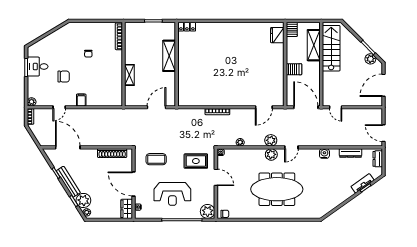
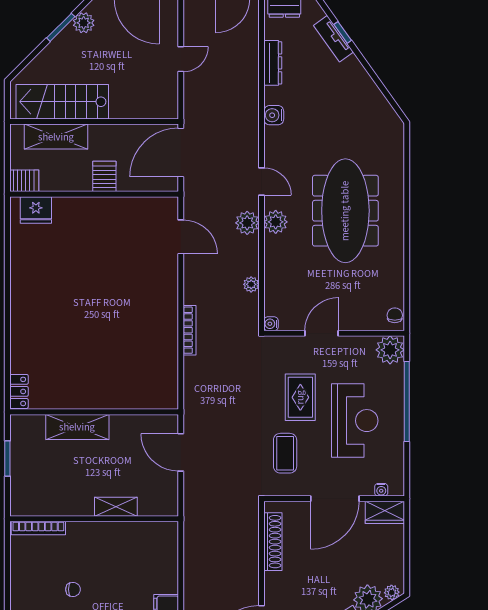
door: (336, 107) -> (181, 59), moved
rug: (196, 161) -> (300, 397), moved

